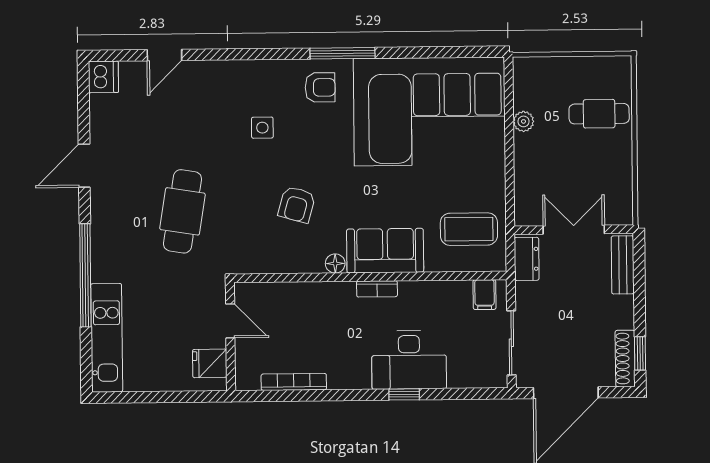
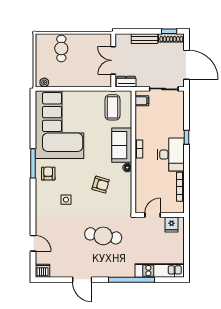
plant: (524, 121) -> (44, 82), moved
bench: (623, 265) -> (145, 39), moved
desk: (409, 360) -> (171, 155), moved

